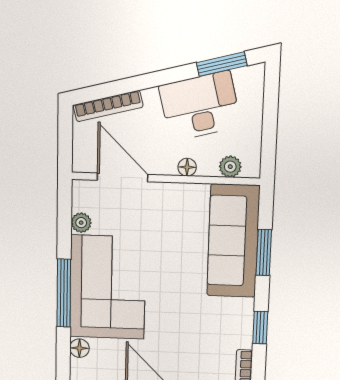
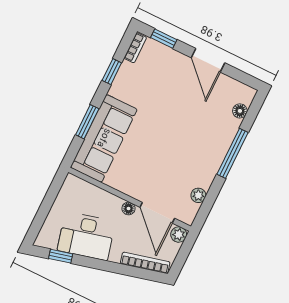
window: (222, 64) -> (61, 256), width x0.67
floor lamp: (187, 167) -> (129, 208), moved
plant: (230, 167) -> (179, 235), moved
corner sofa: (108, 287) -> (201, 144), removed

